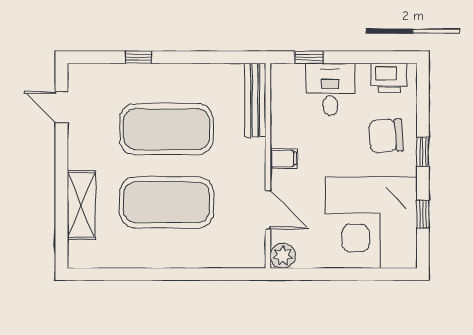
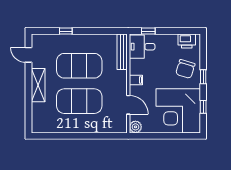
desk: (330, 89) -> (142, 47), moved, turned -90
chair: (386, 136) -> (185, 69), turned -69
shelving: (81, 205) -> (38, 85), moved

